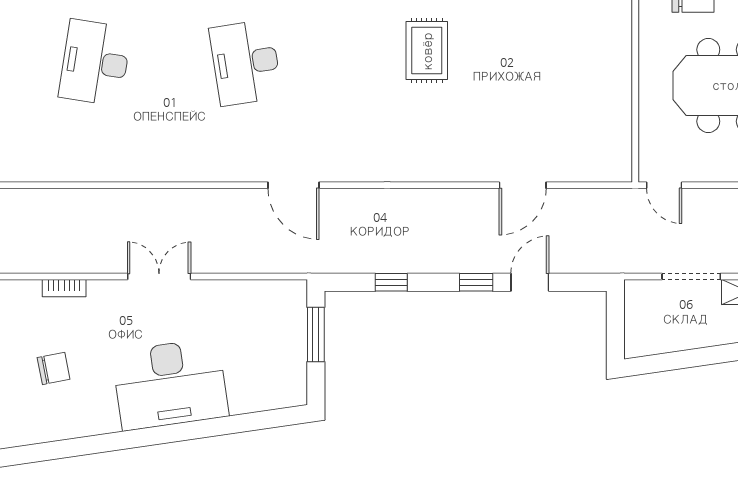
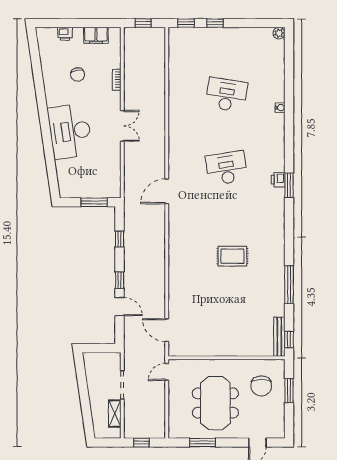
door: (523, 185) -> (167, 330), moved

